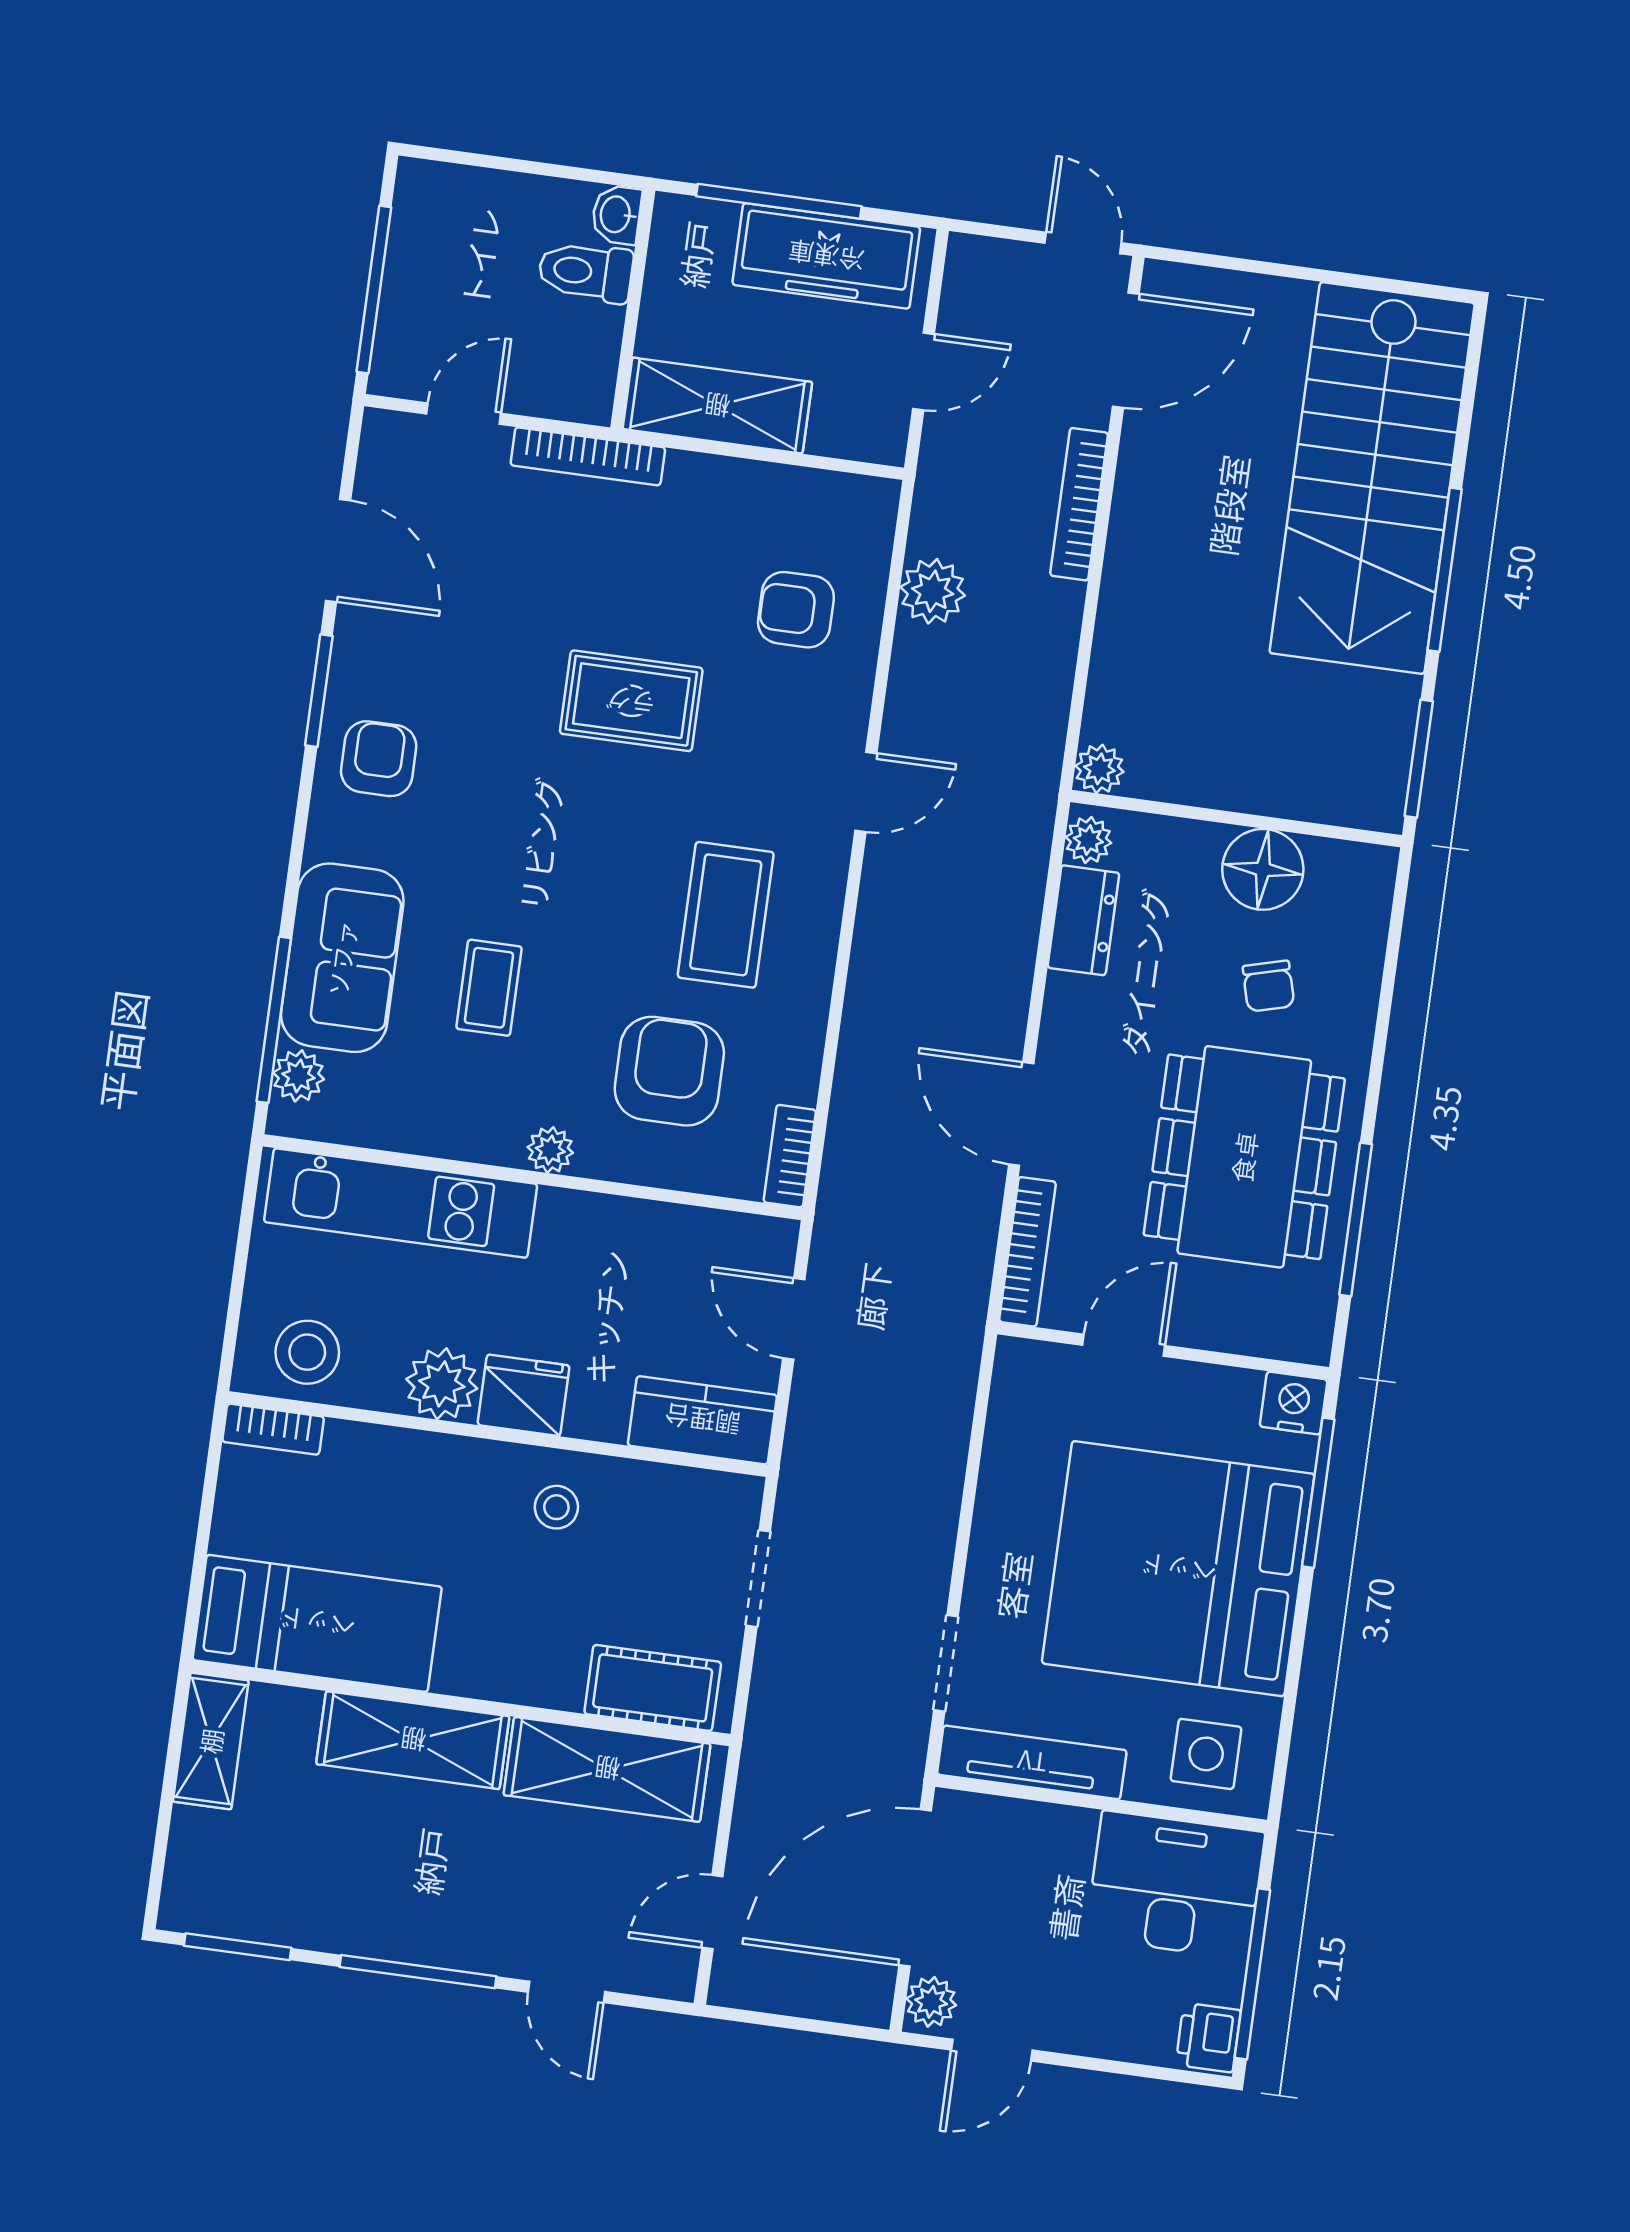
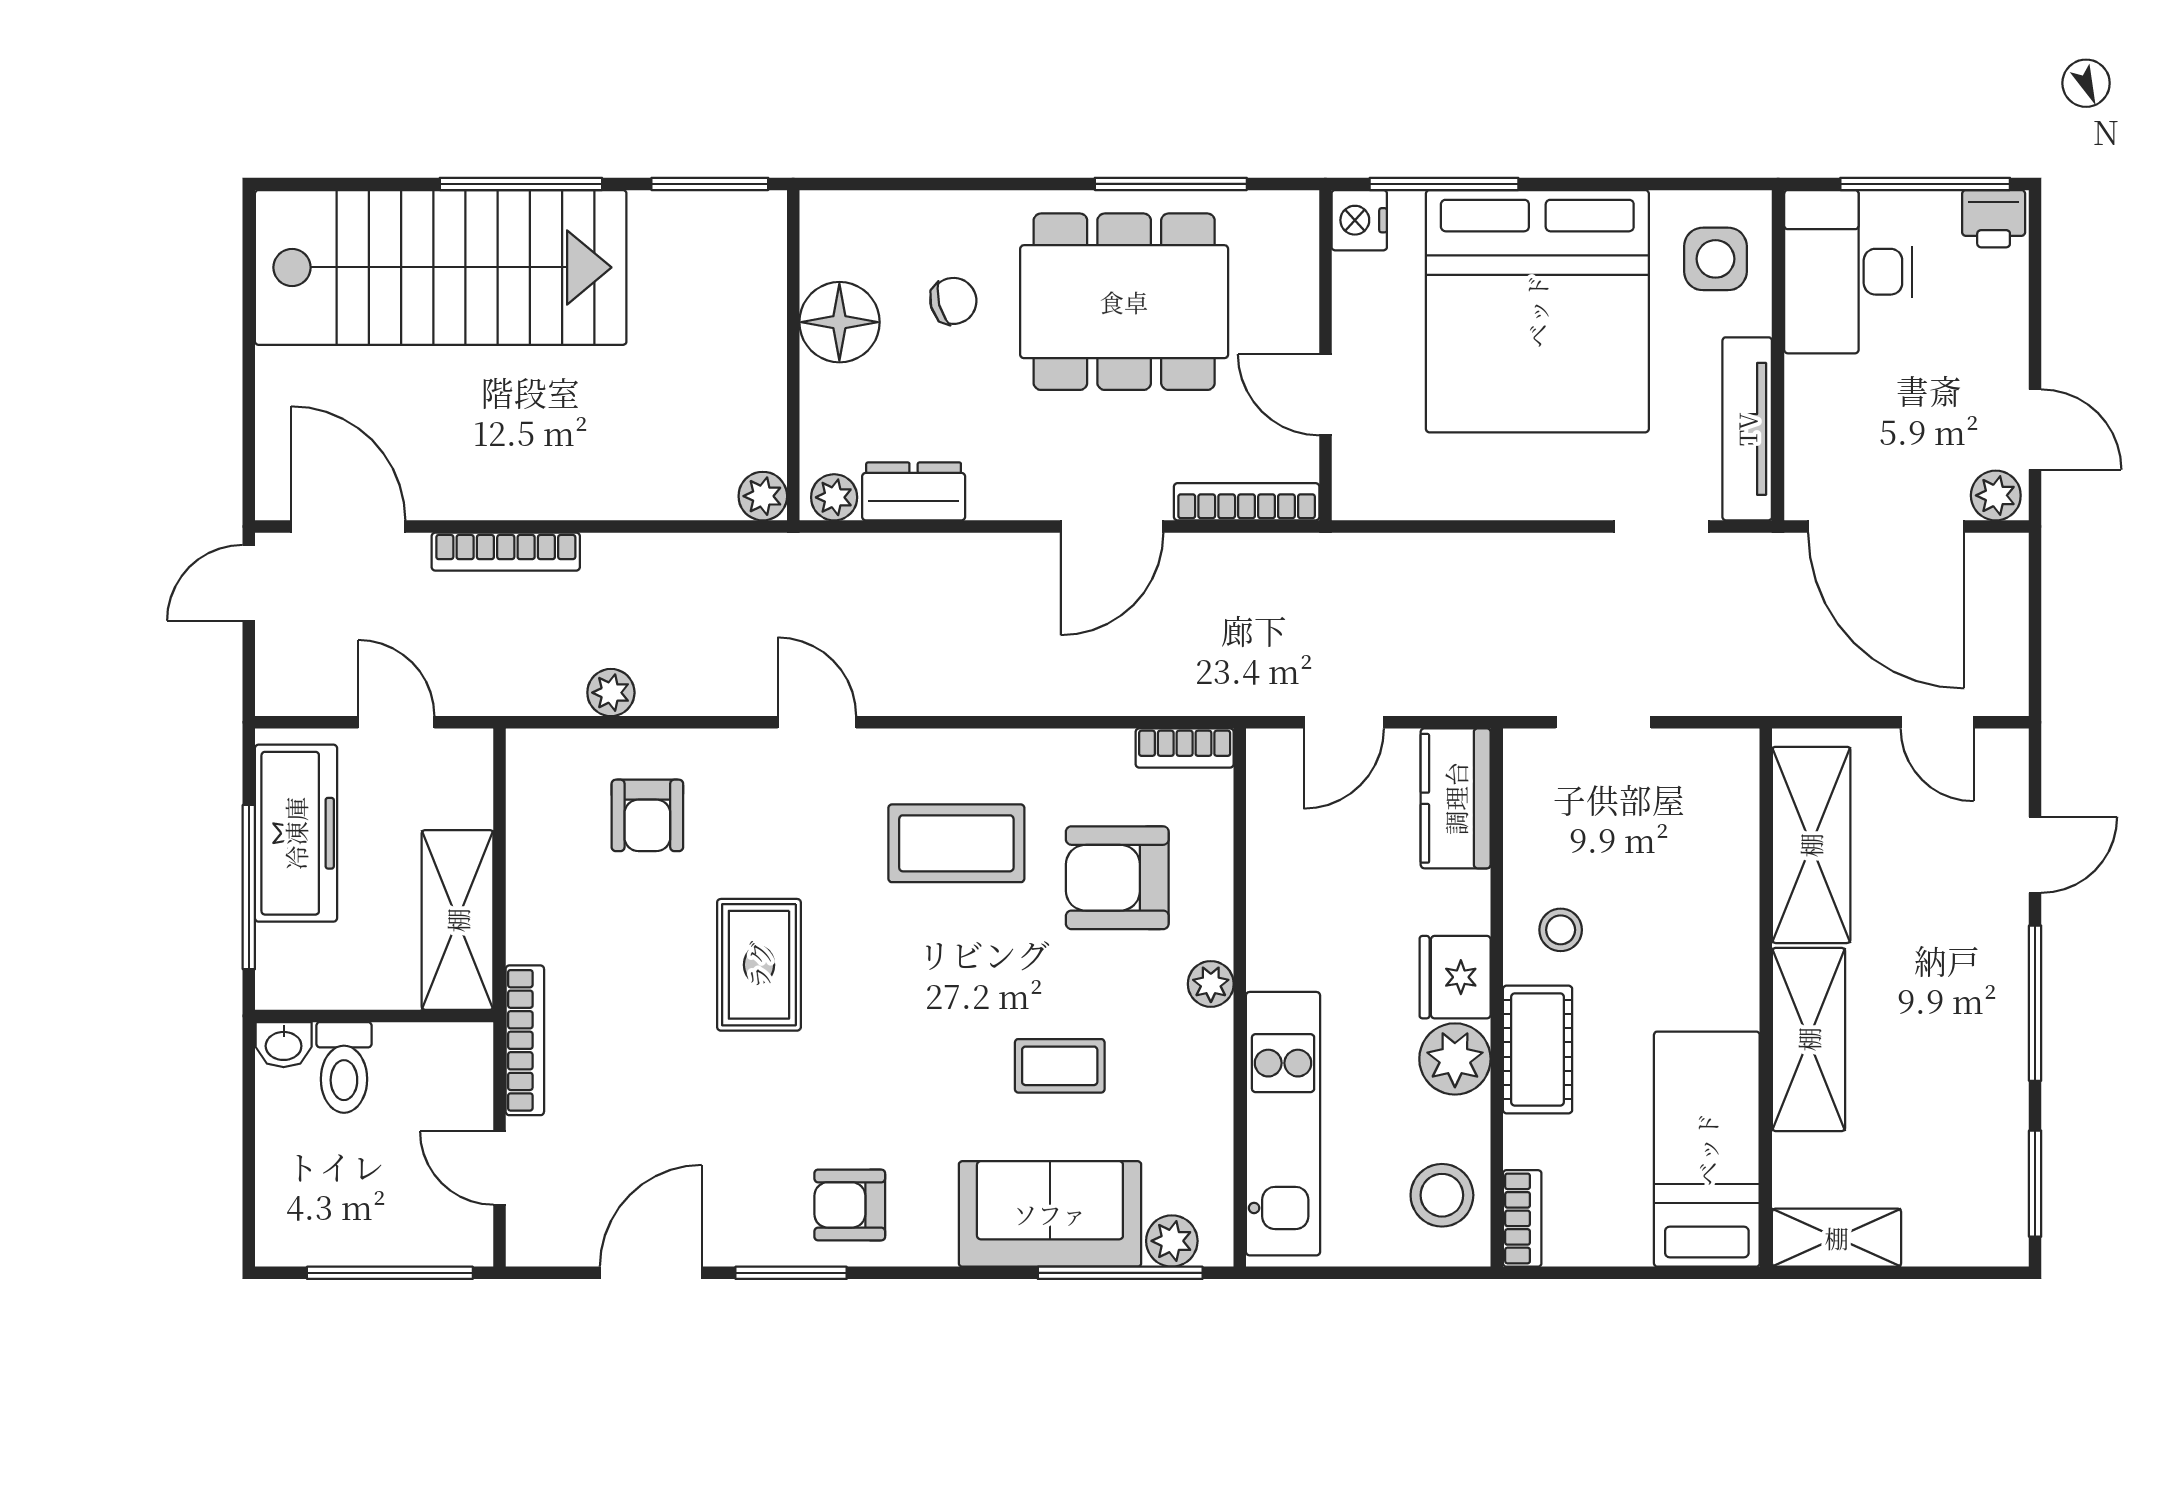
plant: (933, 591) -> (611, 693), width x0.73, depth x0.73
cot: (653, 1688) -> (1538, 1049), moved

